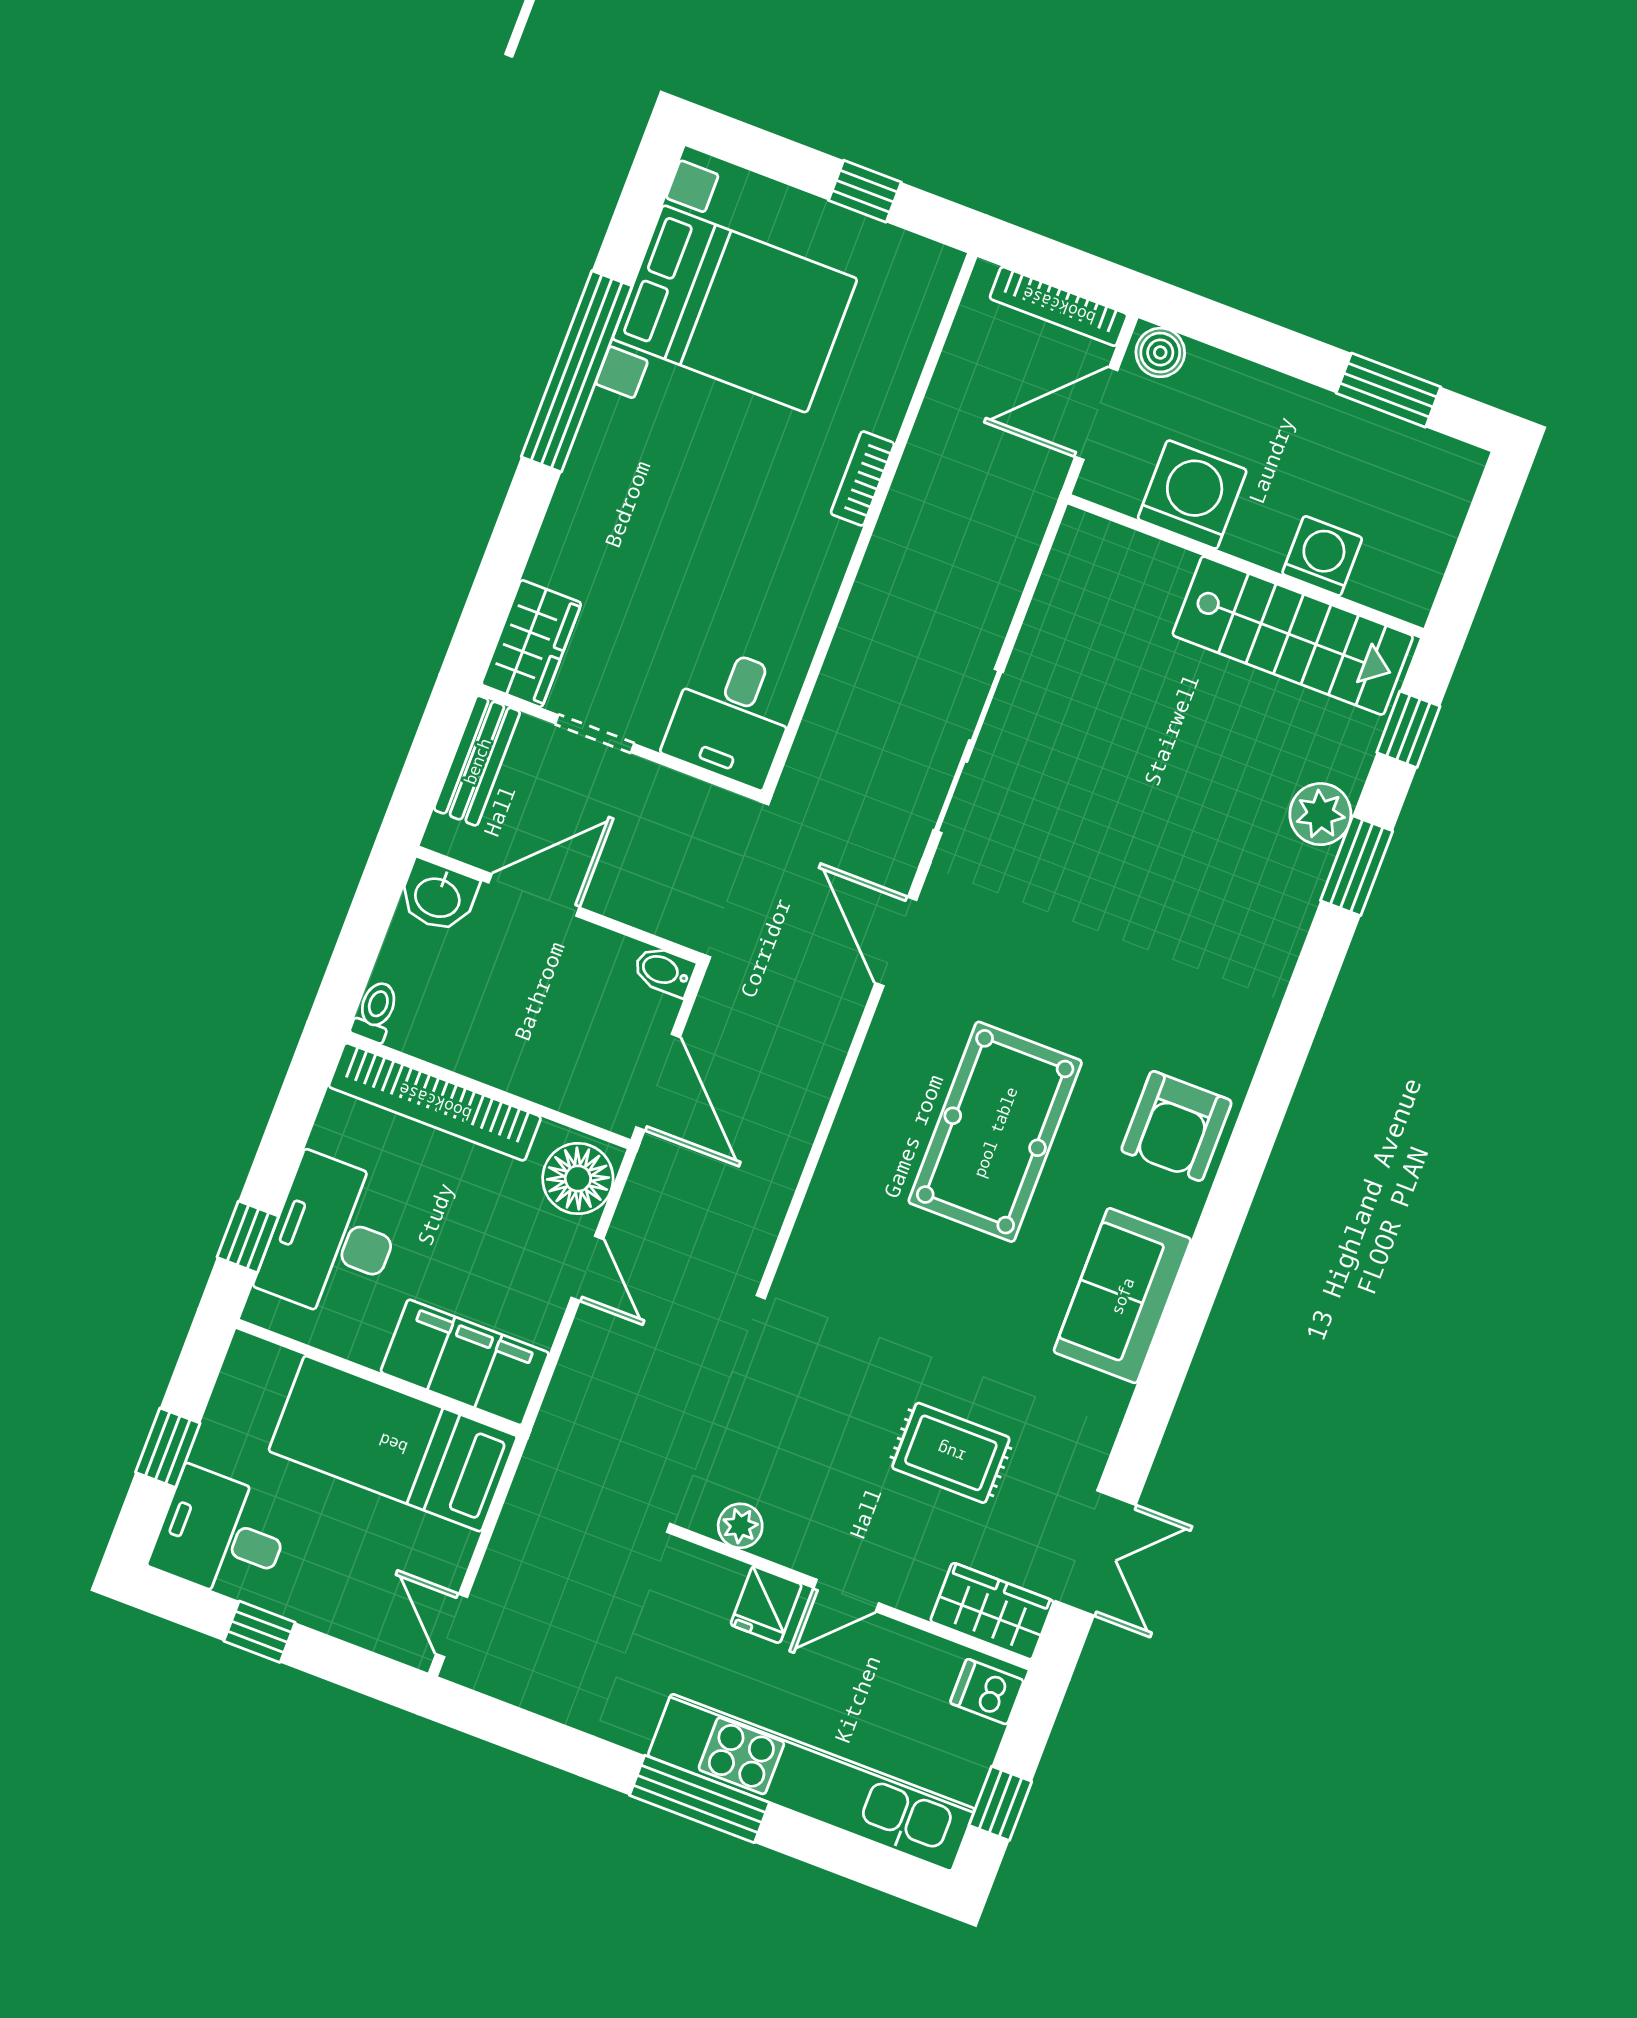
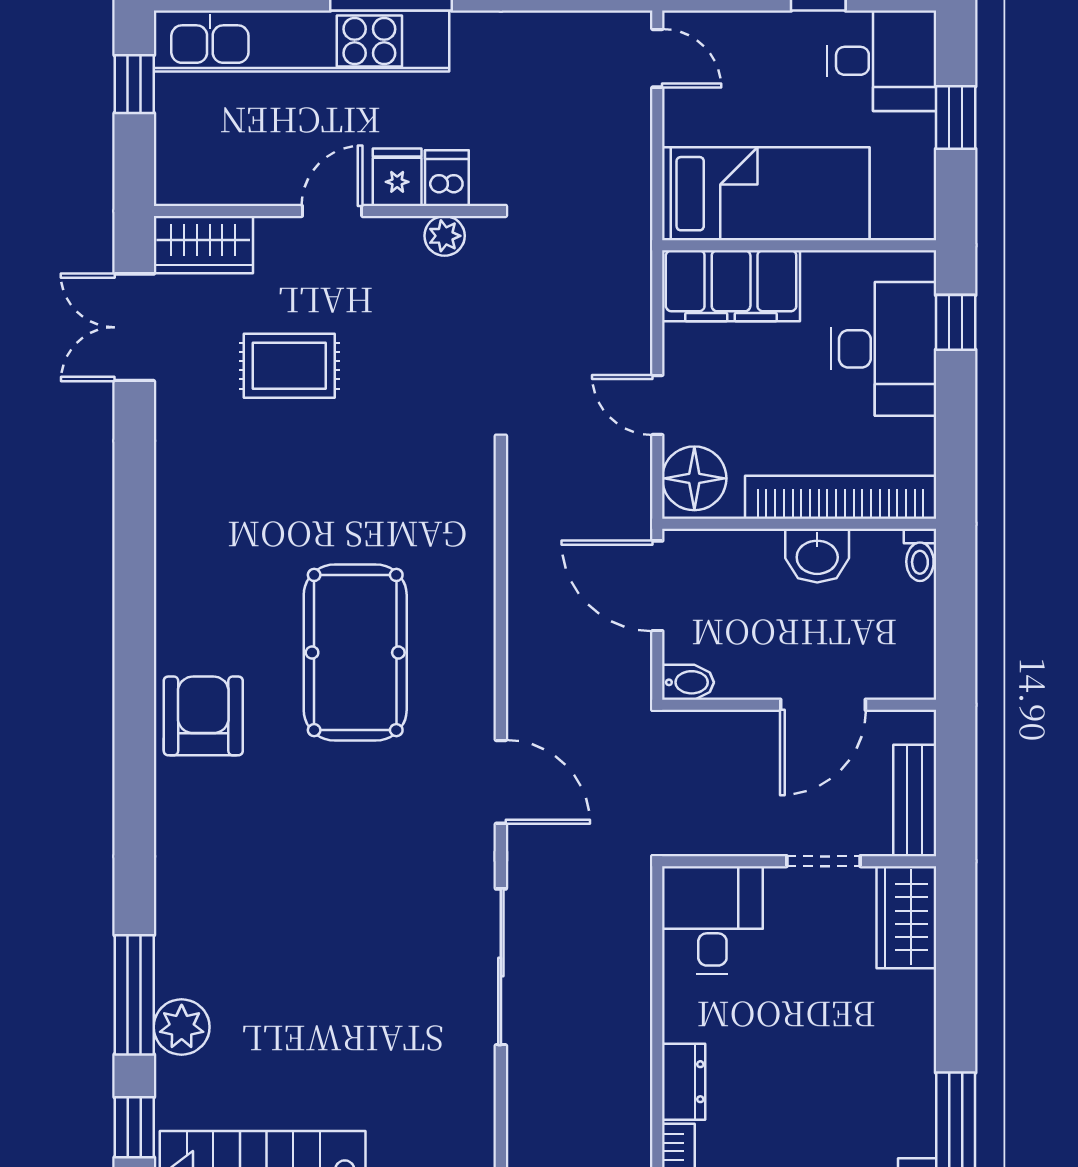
dresser: (825, 561) -> (684, 1082), added
window: (1357, 866) -> (134, 995), width x1.44
washbasin: (438, 896) -> (817, 556), moved, turned 180
sofa: (1122, 1296) -> (194, 555), removed
dishwasher: (987, 1692) -> (447, 178), moved, turned -90

